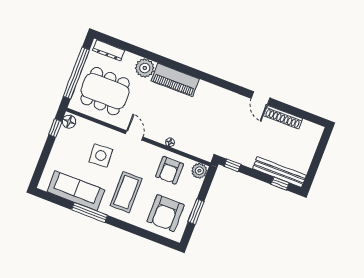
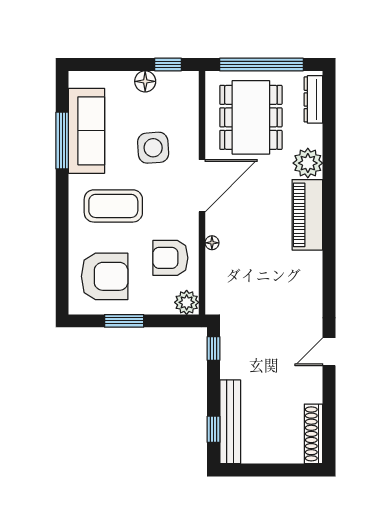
shoe rack: (283, 117) -> (314, 434), moved
floor lamp: (69, 122) -> (145, 81), moved
door: (134, 135) -> (202, 186), width x1.88
window: (89, 212) -> (62, 141), moved
armchair: (166, 213) -> (105, 276), turned 180

